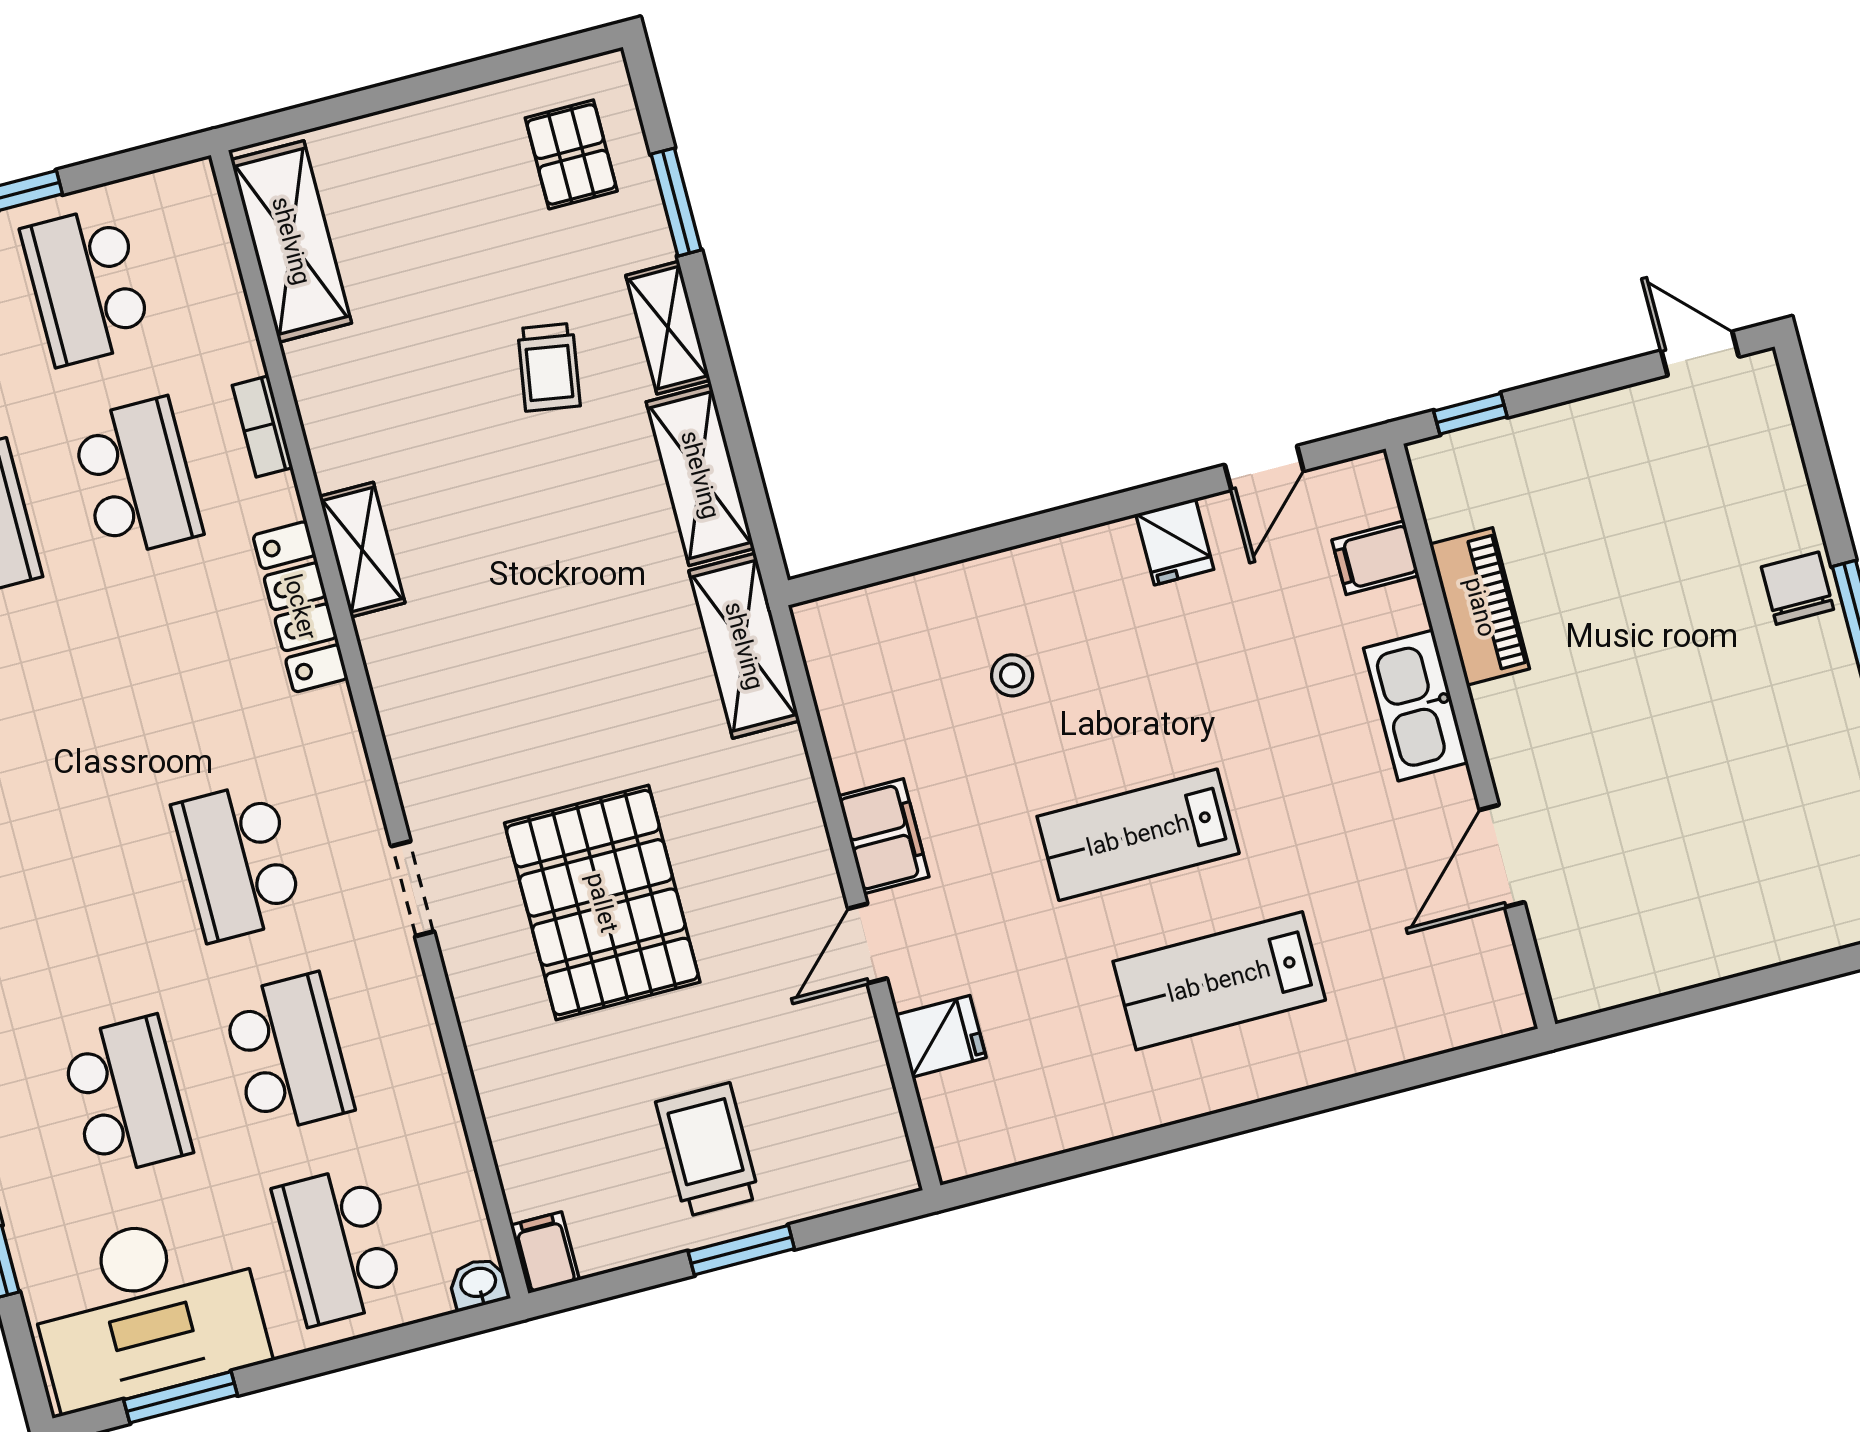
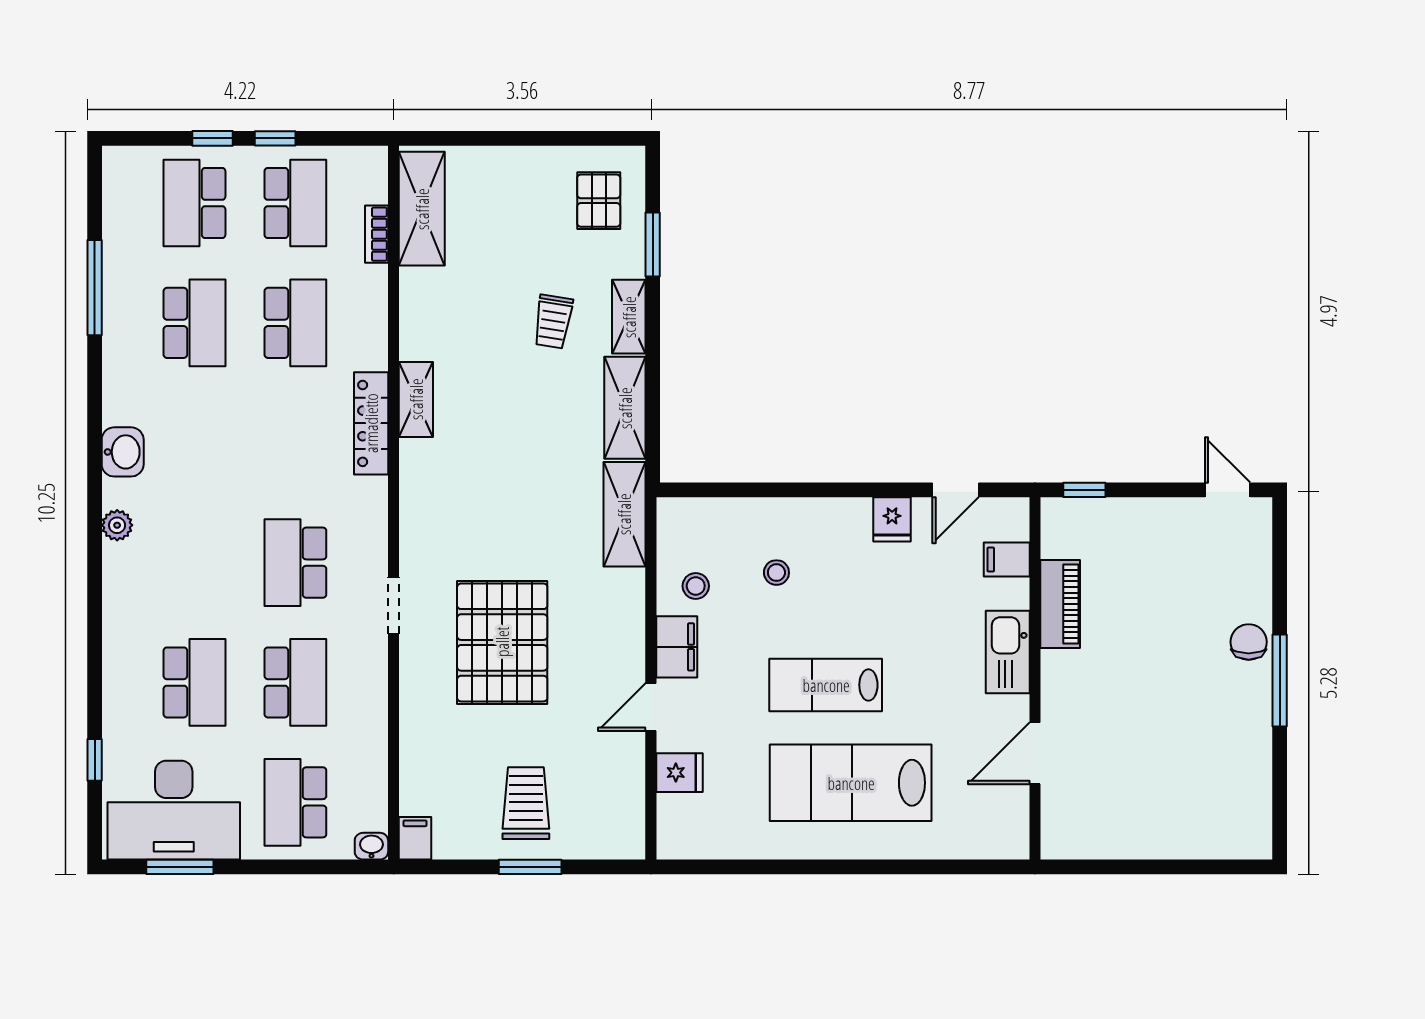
school desk: (87, 286) -> (295, 203), turned 180
bookcase: (262, 426) -> (377, 234), moved
stool: (888, 731) -> (696, 586), added
lab bench: (1219, 981) -> (851, 783), width x1.36, depth x1.39

